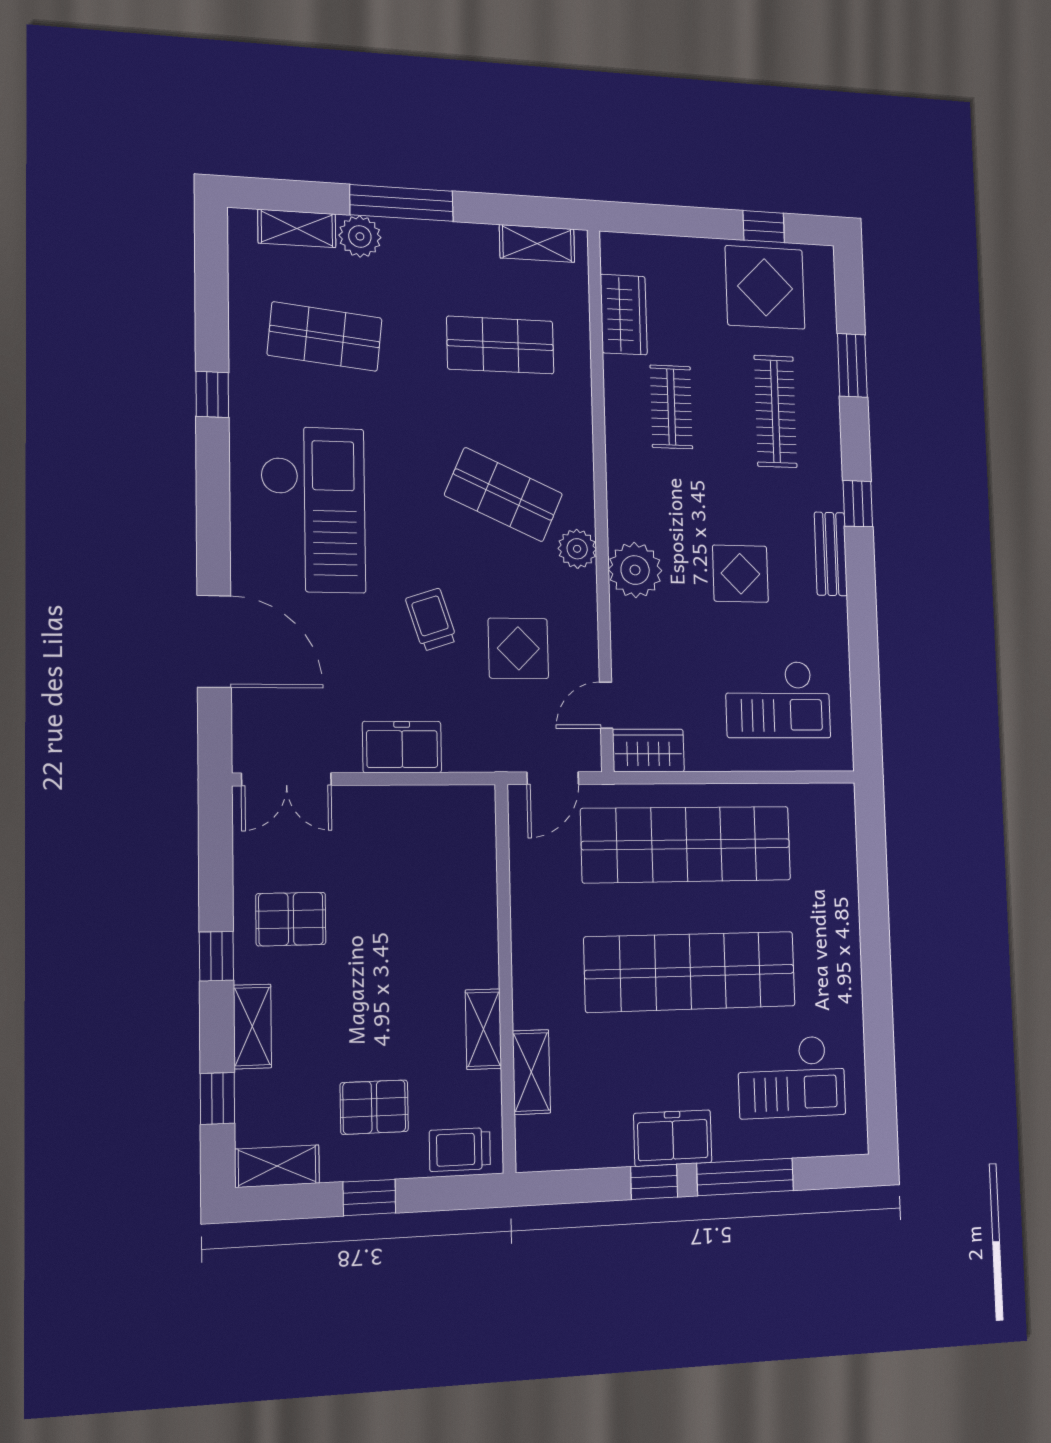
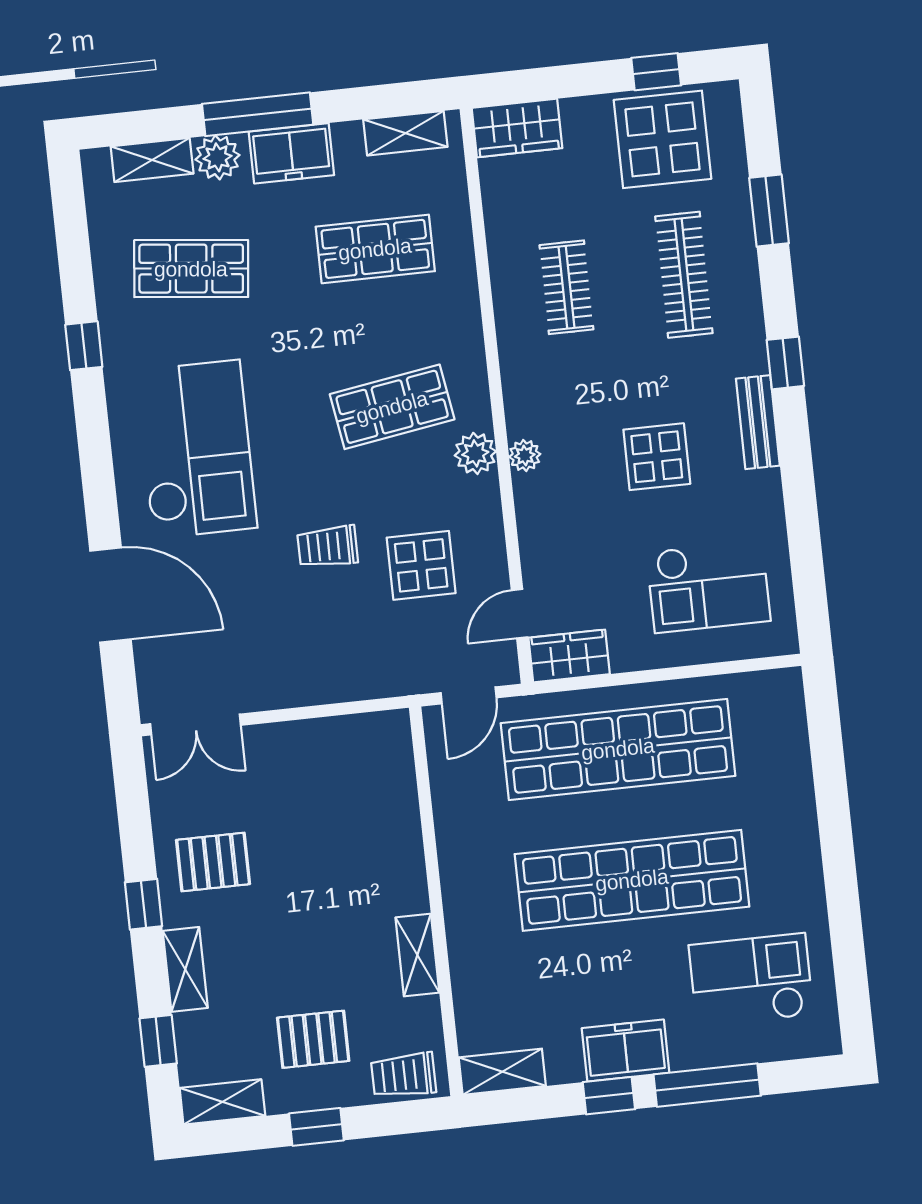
wardrobe: (624, 315) -> (517, 128), moved, turned 90
shop shelf: (504, 495) -> (392, 407), turned -33
plant: (635, 570) -> (525, 455), width x0.53, depth x0.53
trolley: (431, 620) -> (328, 547), turned -72
freezer: (402, 747) -> (291, 153), moved, turned 180
shelving: (531, 1072) -> (502, 1072), moved, turned 90
checkout: (792, 1077) -> (751, 980), turned 180

